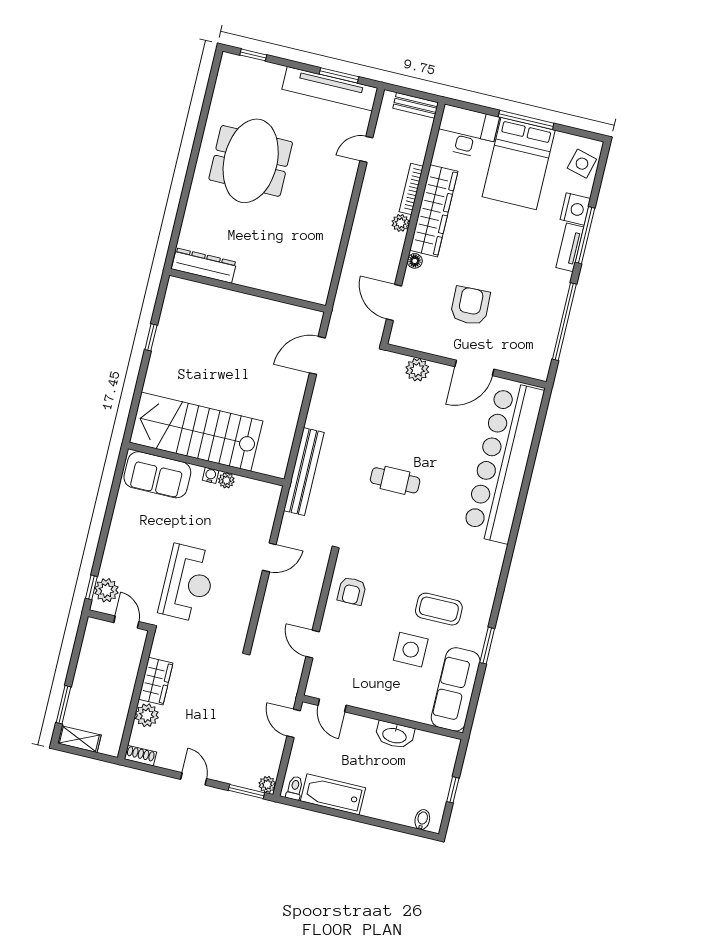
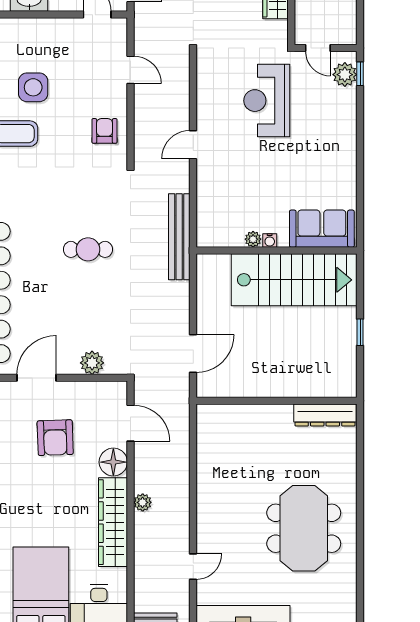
bookcase: (411, 189) -> (140, 538), removed
floor lamp: (415, 261) -> (113, 462), width x1.89, depth x1.89
stairs: (196, 432) -> (294, 280), moved
wall: (206, 464) -> (277, 250), moved
sofa: (157, 475) -> (322, 229), moved
water cooler: (211, 475) -> (270, 240), moved
plant: (226, 480) -> (253, 239), moved

